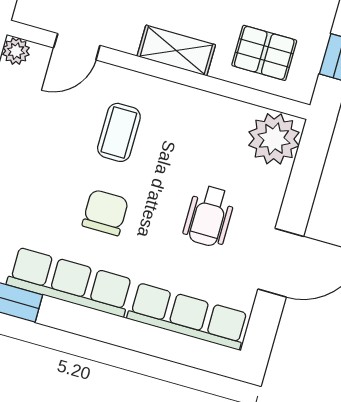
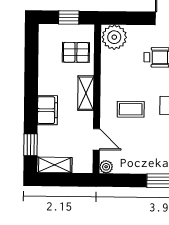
pallet: (264, 53) -> (76, 52), turned 90

